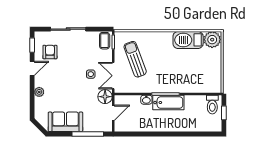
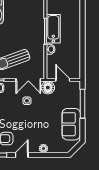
door: (32, 68) -> (22, 155), hinge flipped

